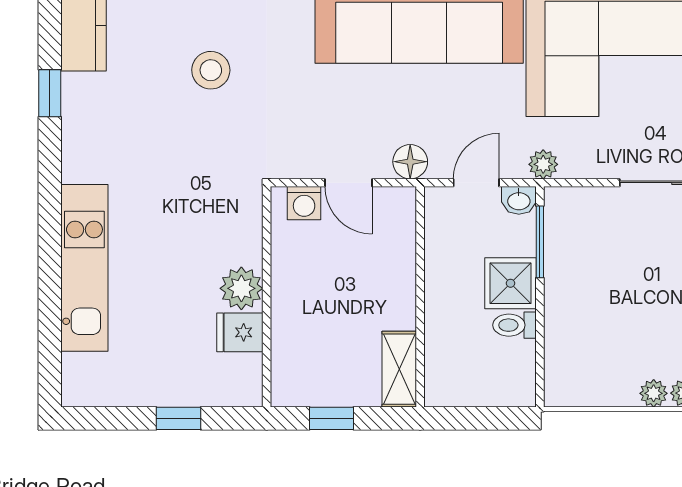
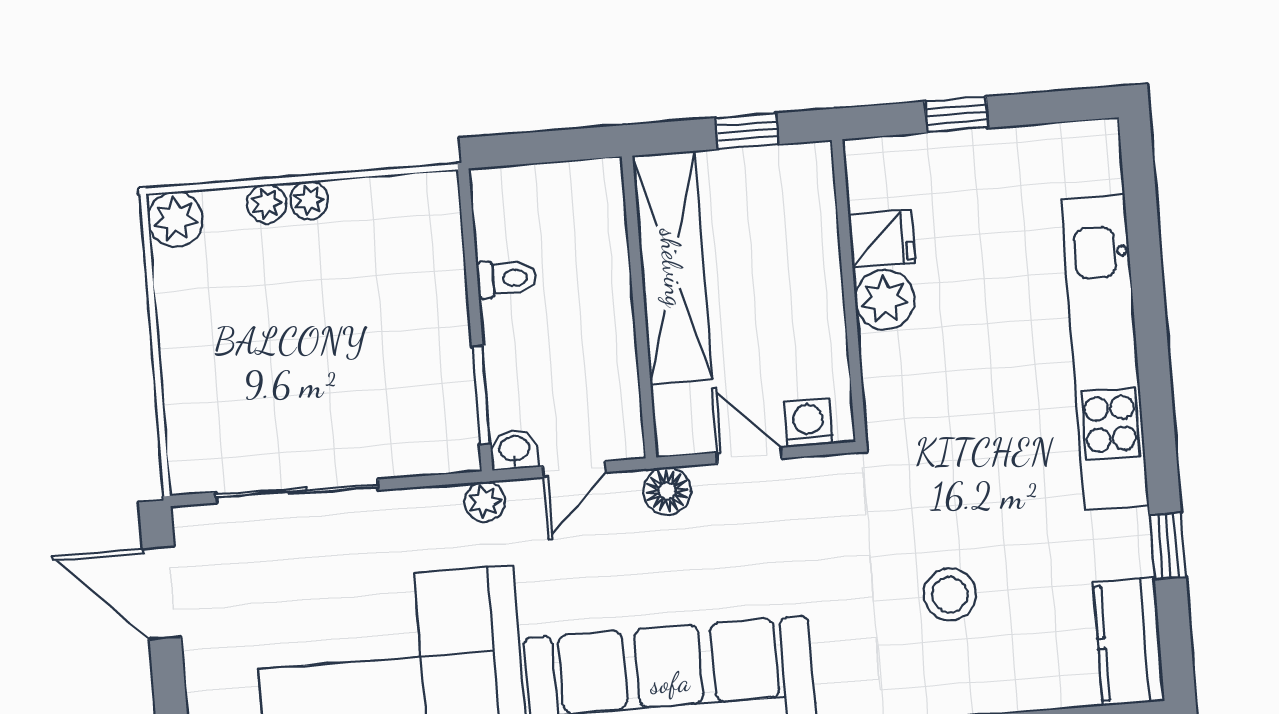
kitchen unit: (84, 268) -> (1105, 352), width x1.36
shower: (511, 283) -> (517, 335), removed
shelving: (399, 369) -> (672, 268), width x2.20, depth x1.33

